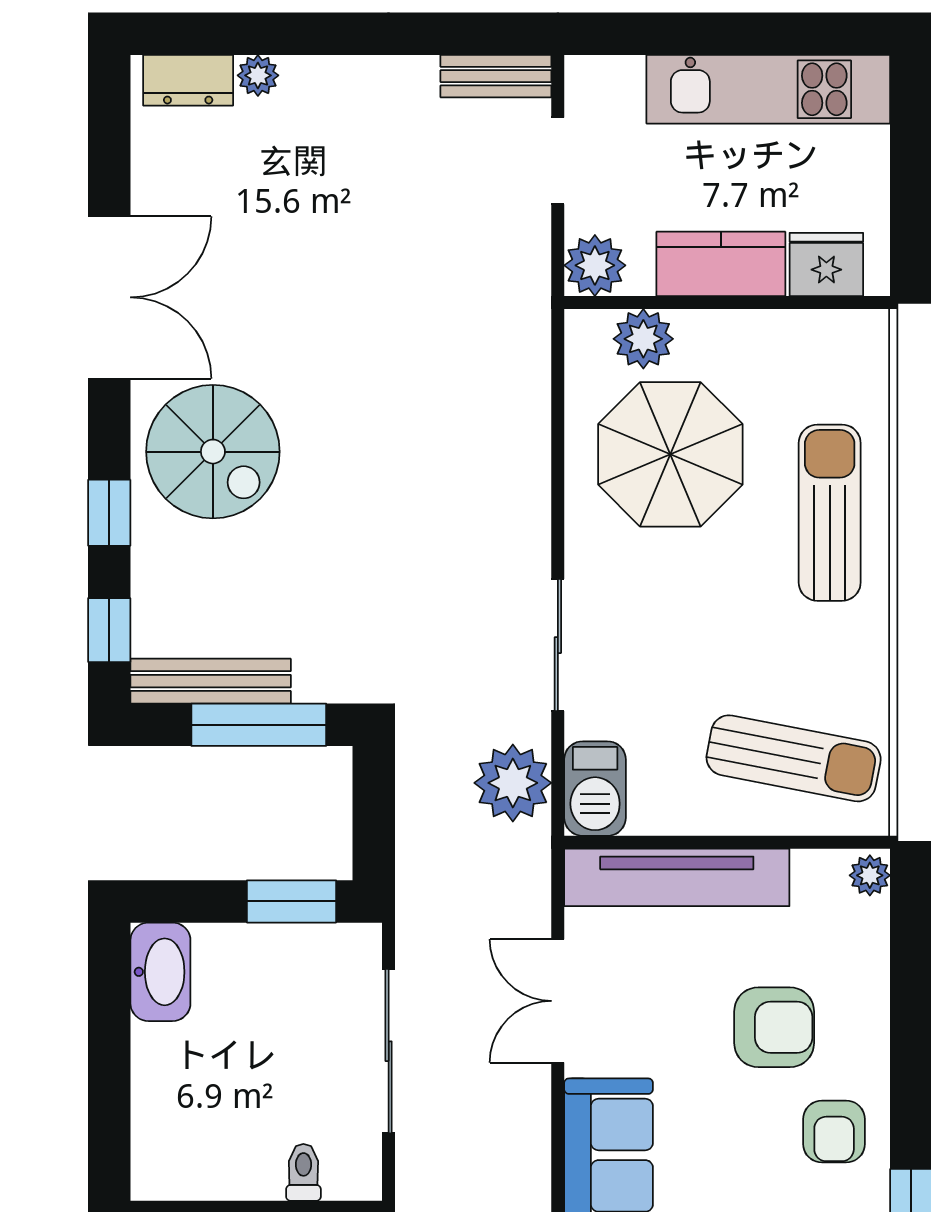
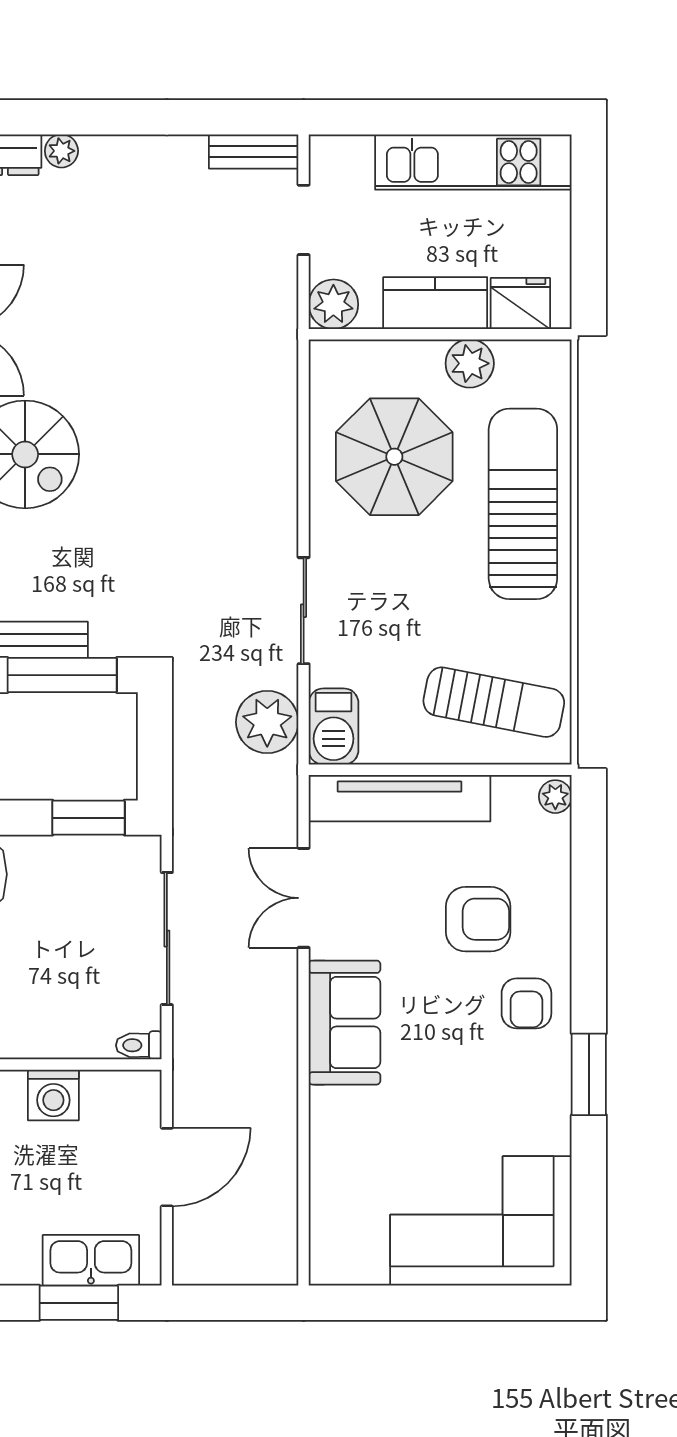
plant: (643, 339) -> (470, 363), moved
sun lounger: (830, 513) -> (523, 504), width x1.36, depth x1.34
toilet: (303, 1172) -> (139, 1045), moved, turned -90

